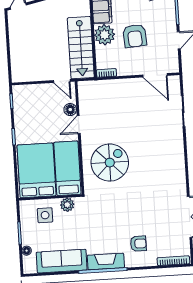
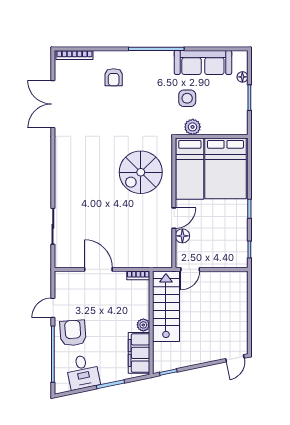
plant: (105, 35) -> (143, 325), width x0.53, depth x0.53
armchair: (135, 36) -> (73, 333), moved
door: (155, 75) -> (98, 269), moved
door: (62, 81) -> (190, 269), swing flipped
side table: (45, 215) -> (187, 98), moved
armchair: (138, 244) -> (114, 77), turned -90
fireplace: (106, 262) -> (152, 59), removed

